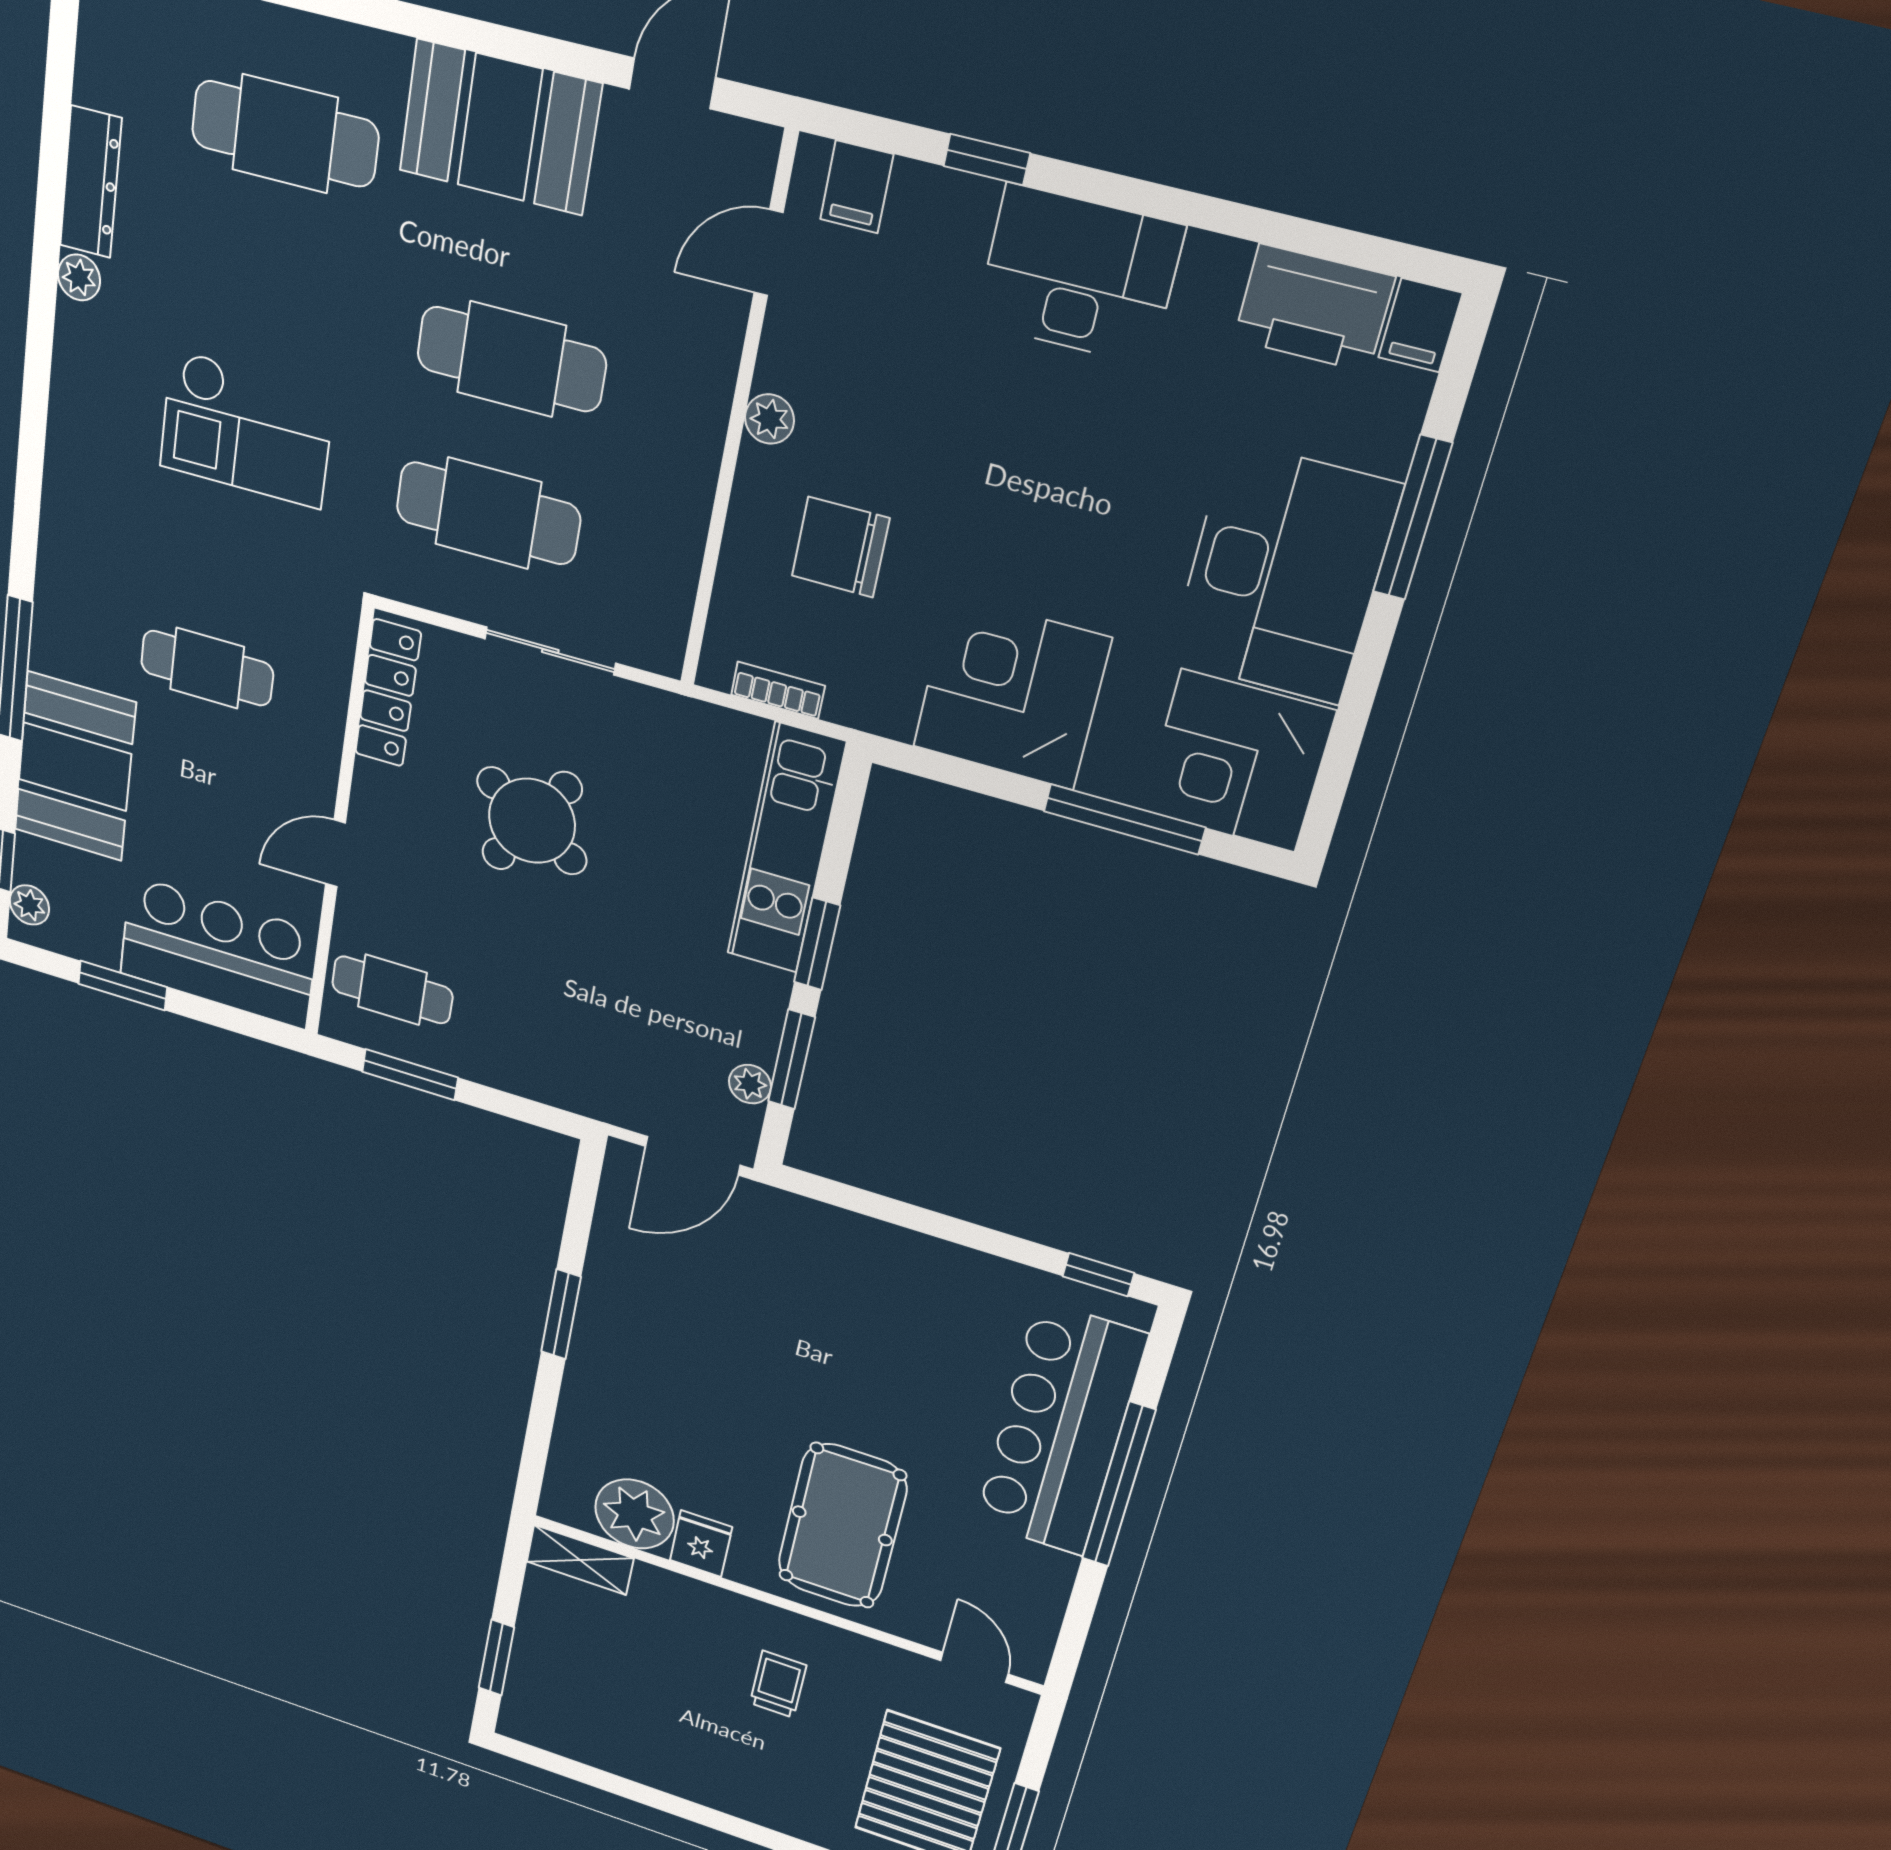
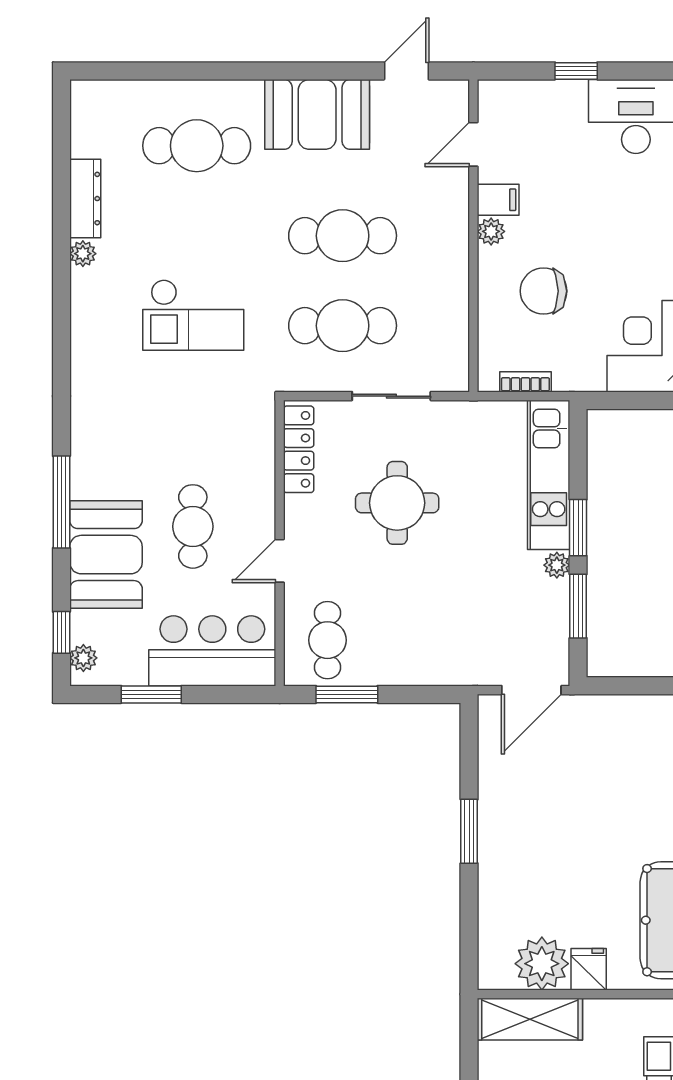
filing cabinet: (857, 187) -> (498, 200), moved, turned -90
cafe table: (207, 668) -> (193, 526), moved, turned 90
round table: (532, 821) -> (397, 503), turned -32
cafe table: (392, 990) -> (327, 640), turned 90
plant: (750, 1084) -> (557, 565), moved
shelving: (580, 1560) -> (530, 1019), width x1.50, depth x1.33

